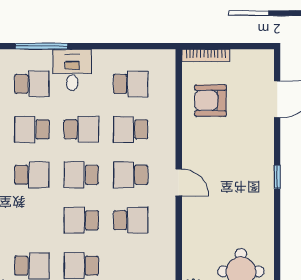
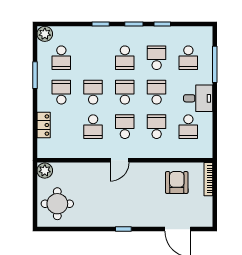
desk: (72, 70) -> (198, 98), moved
school desk: (81, 129) -> (157, 92), turned 180

